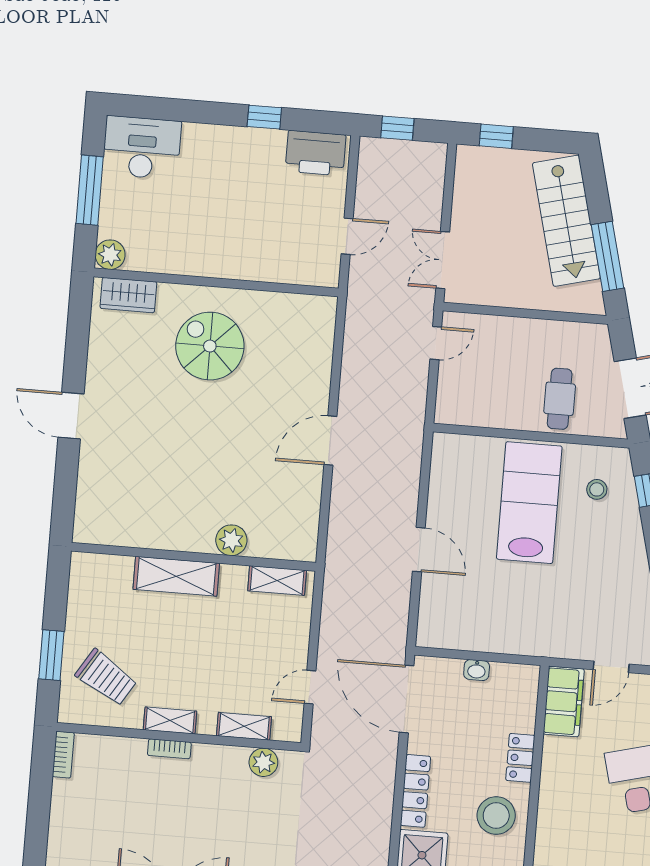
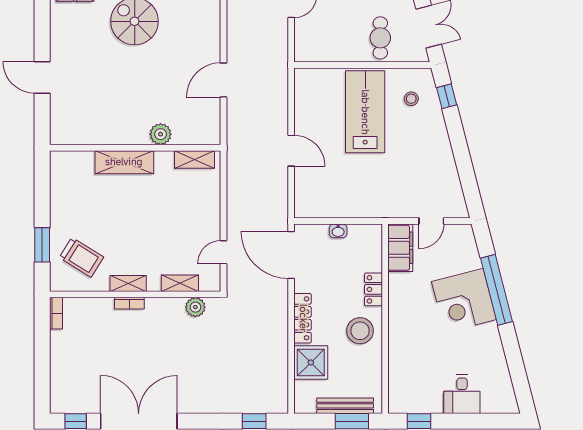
plant: (231, 540) -> (161, 134), moved
wall: (194, 557) -> (135, 148), moved
shelving: (176, 576) -> (124, 162), moved
shelving: (277, 581) -> (195, 159), moved

